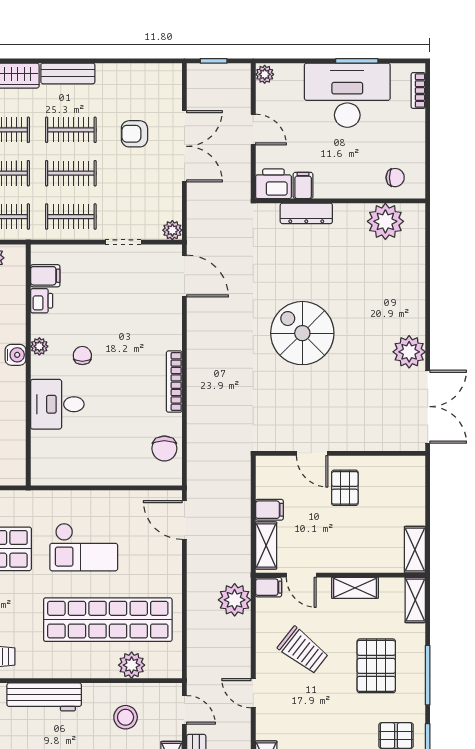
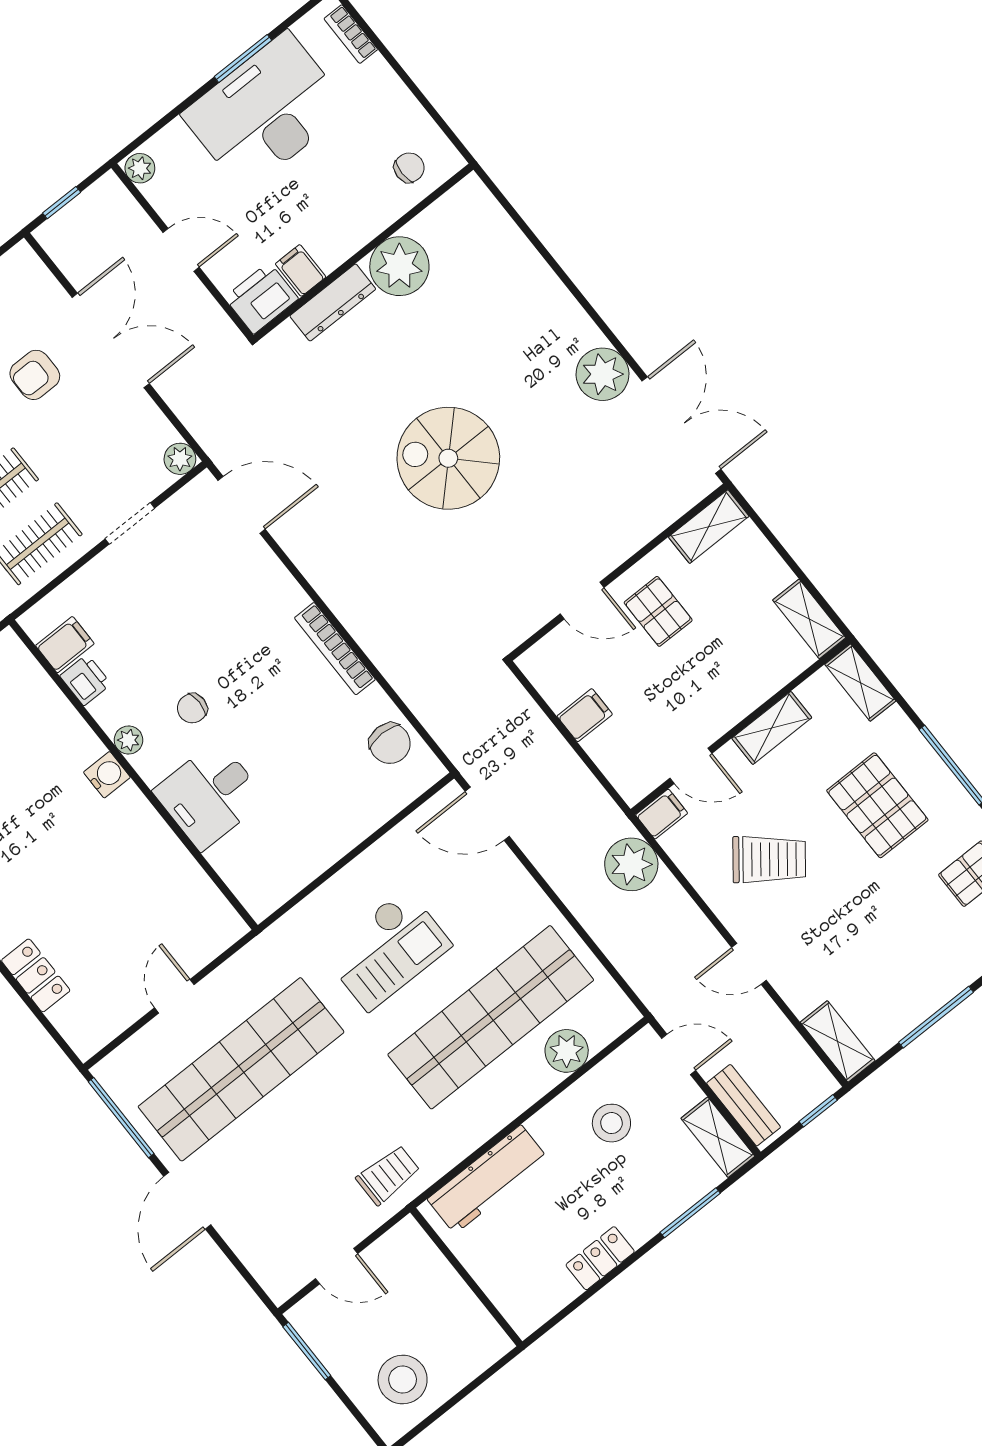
plant: (385, 221) -> (399, 266), moved
chair: (82, 355) -> (192, 708), turned -90
shelving: (266, 546) -> (709, 527), moved, turned 90

